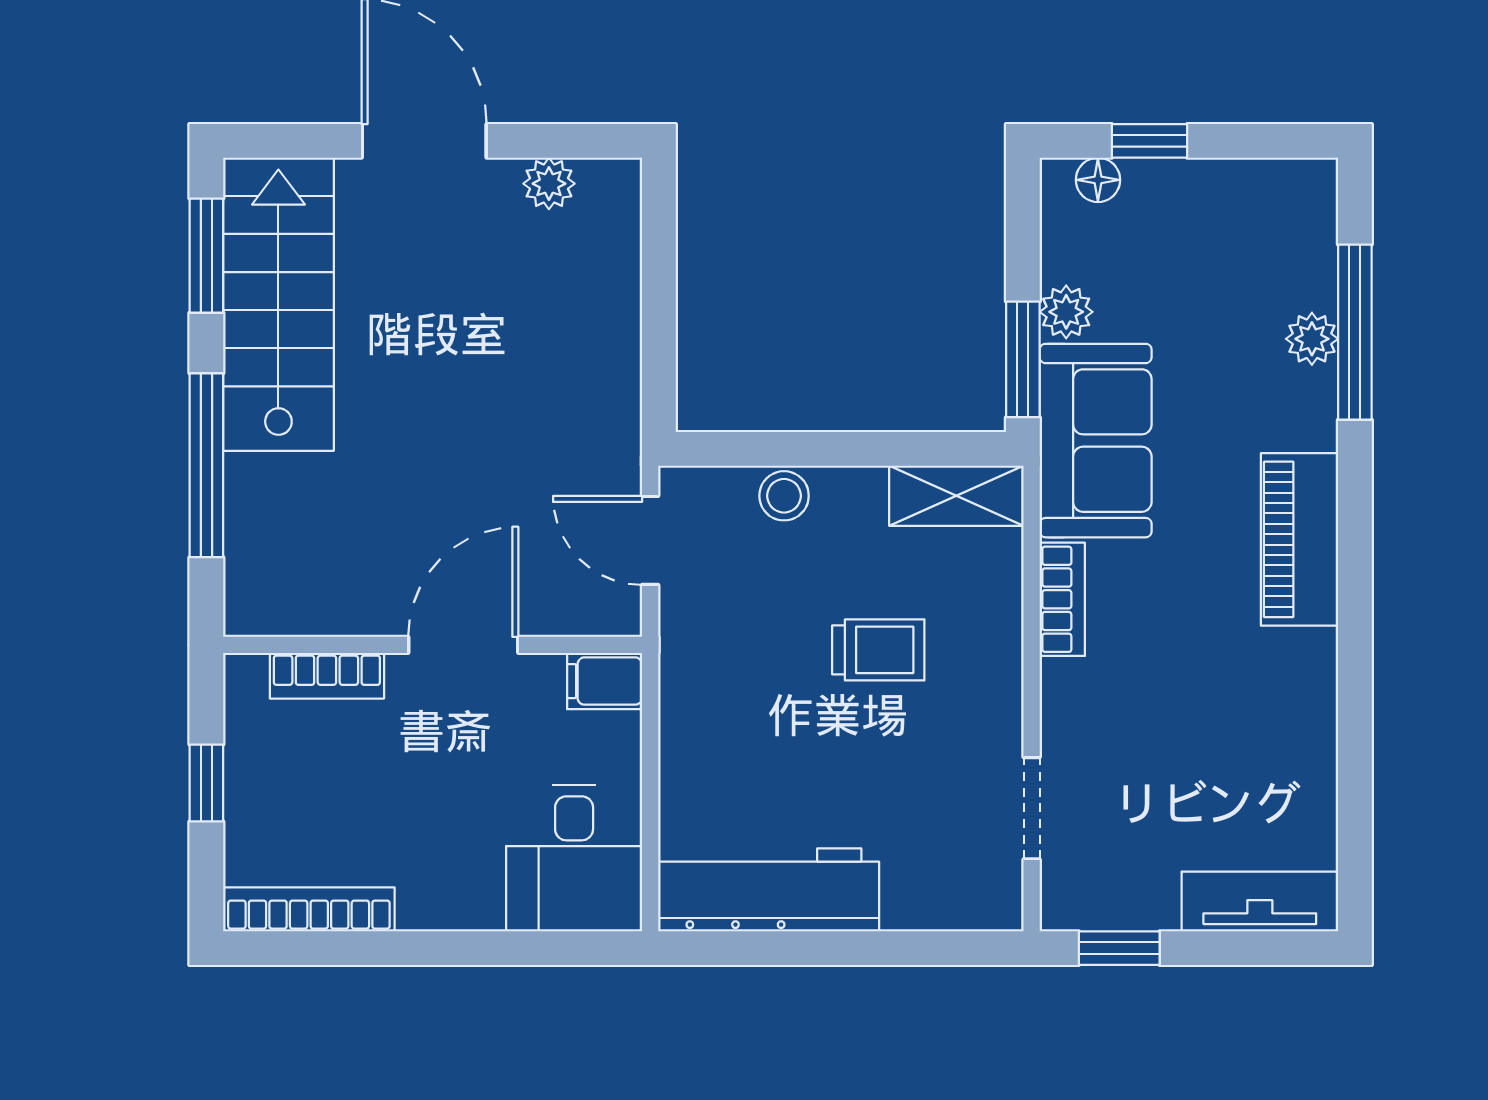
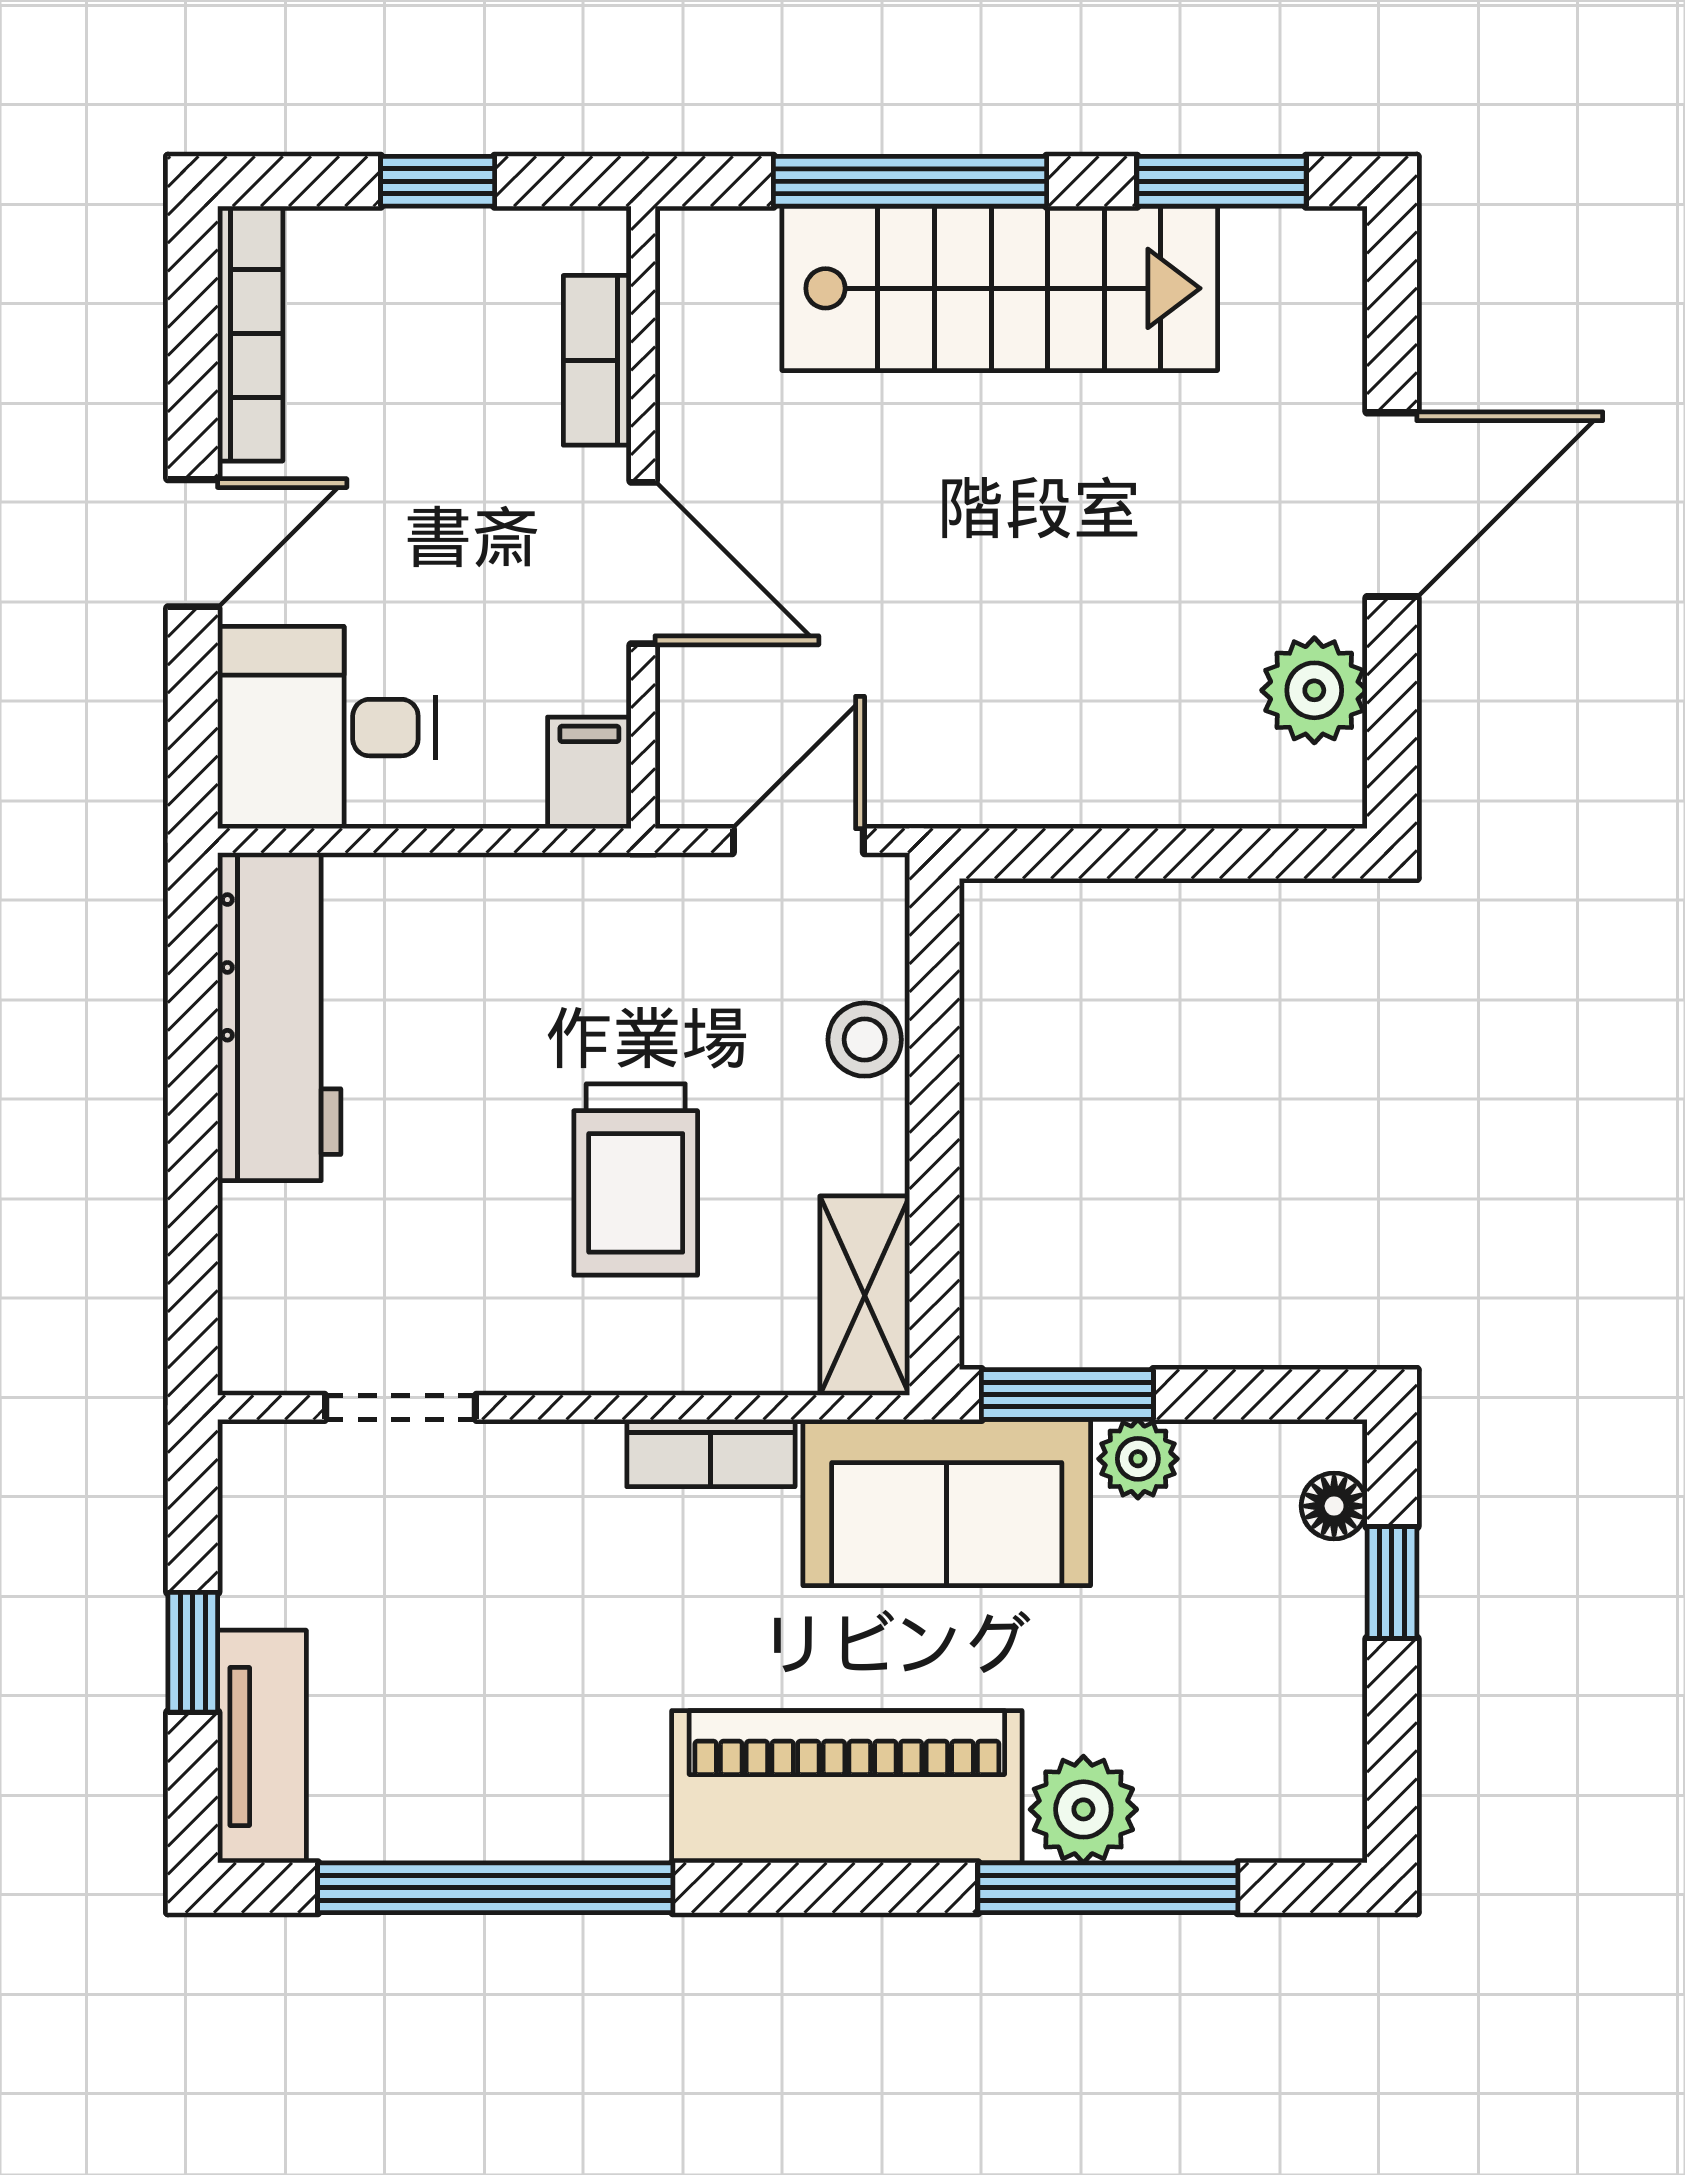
plant: (549, 184) -> (1314, 690), width x1.38, depth x1.38
stairs: (278, 304) -> (1000, 288), moved
plant: (1312, 339) -> (1083, 1809), width x1.38, depth x1.38
piano: (1299, 539) -> (847, 1787), width x1.37, depth x1.33
trolley: (878, 650) -> (636, 1180), width x1.36, depth x1.39
window: (1355, 744) -> (495, 1888), added
door: (450, 948) -> (193, 543), added
window: (1119, 948) -> (193, 1652), moved

